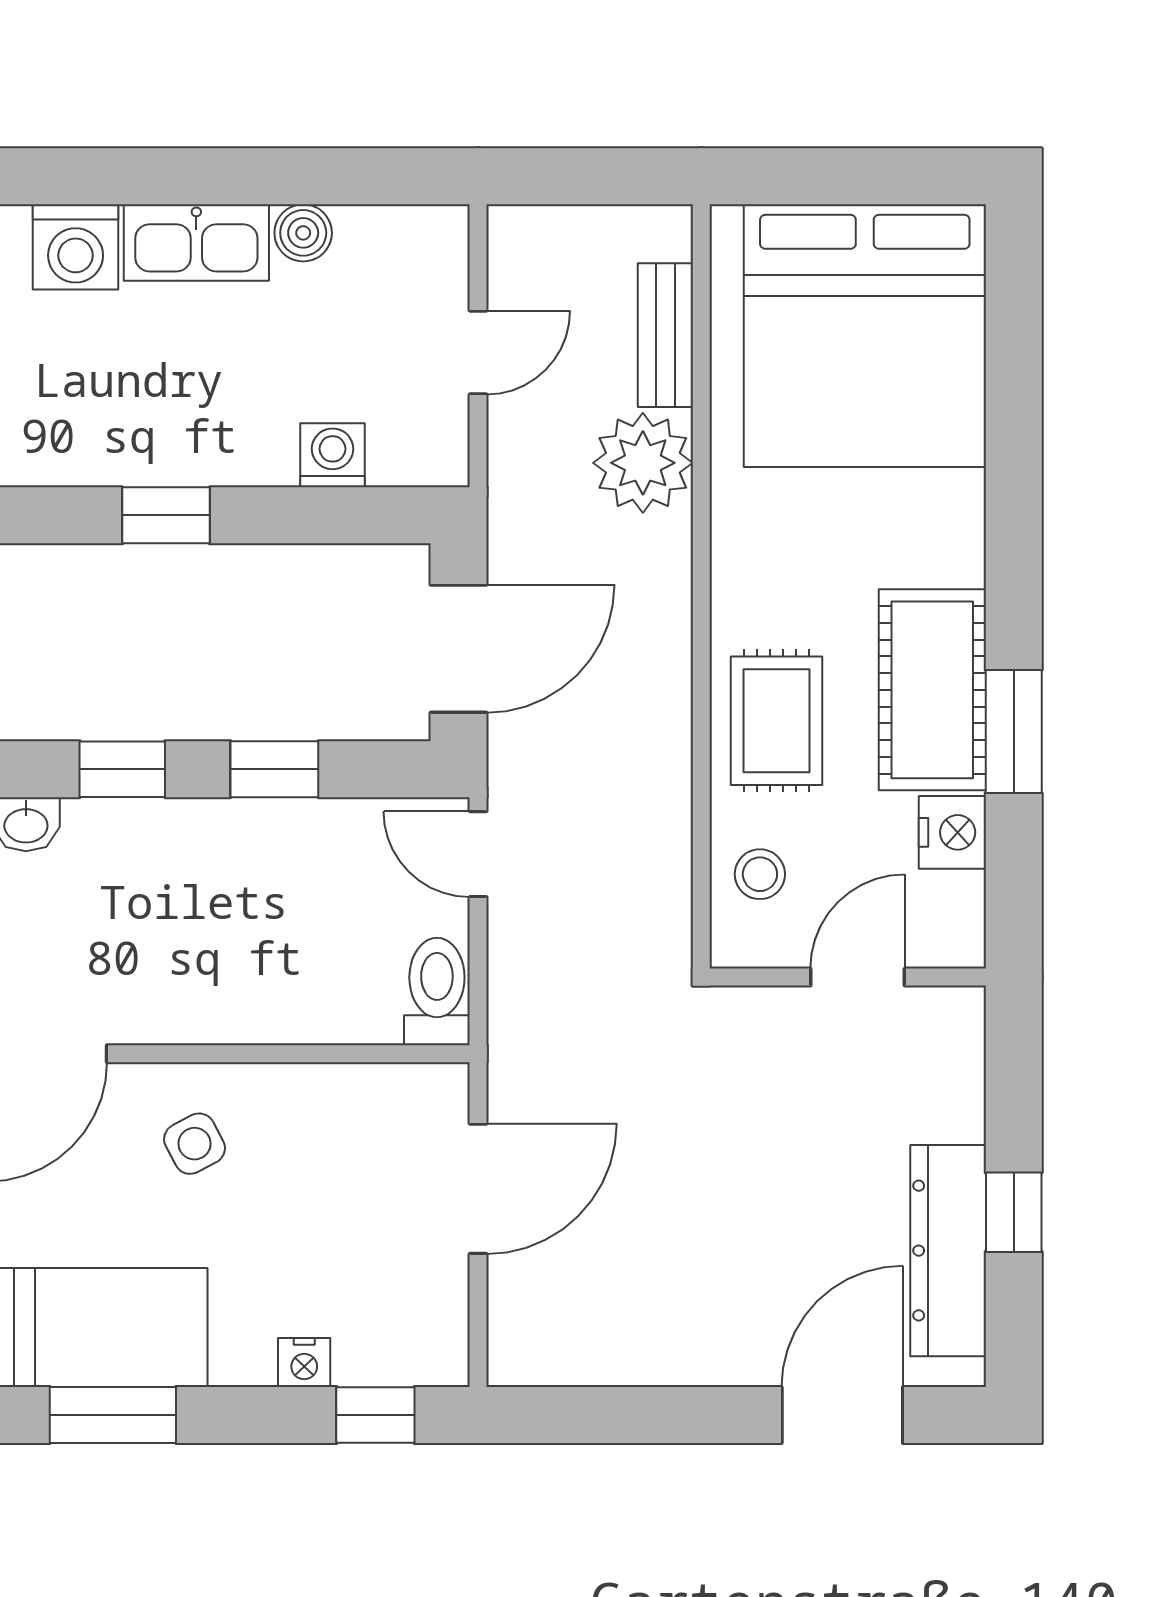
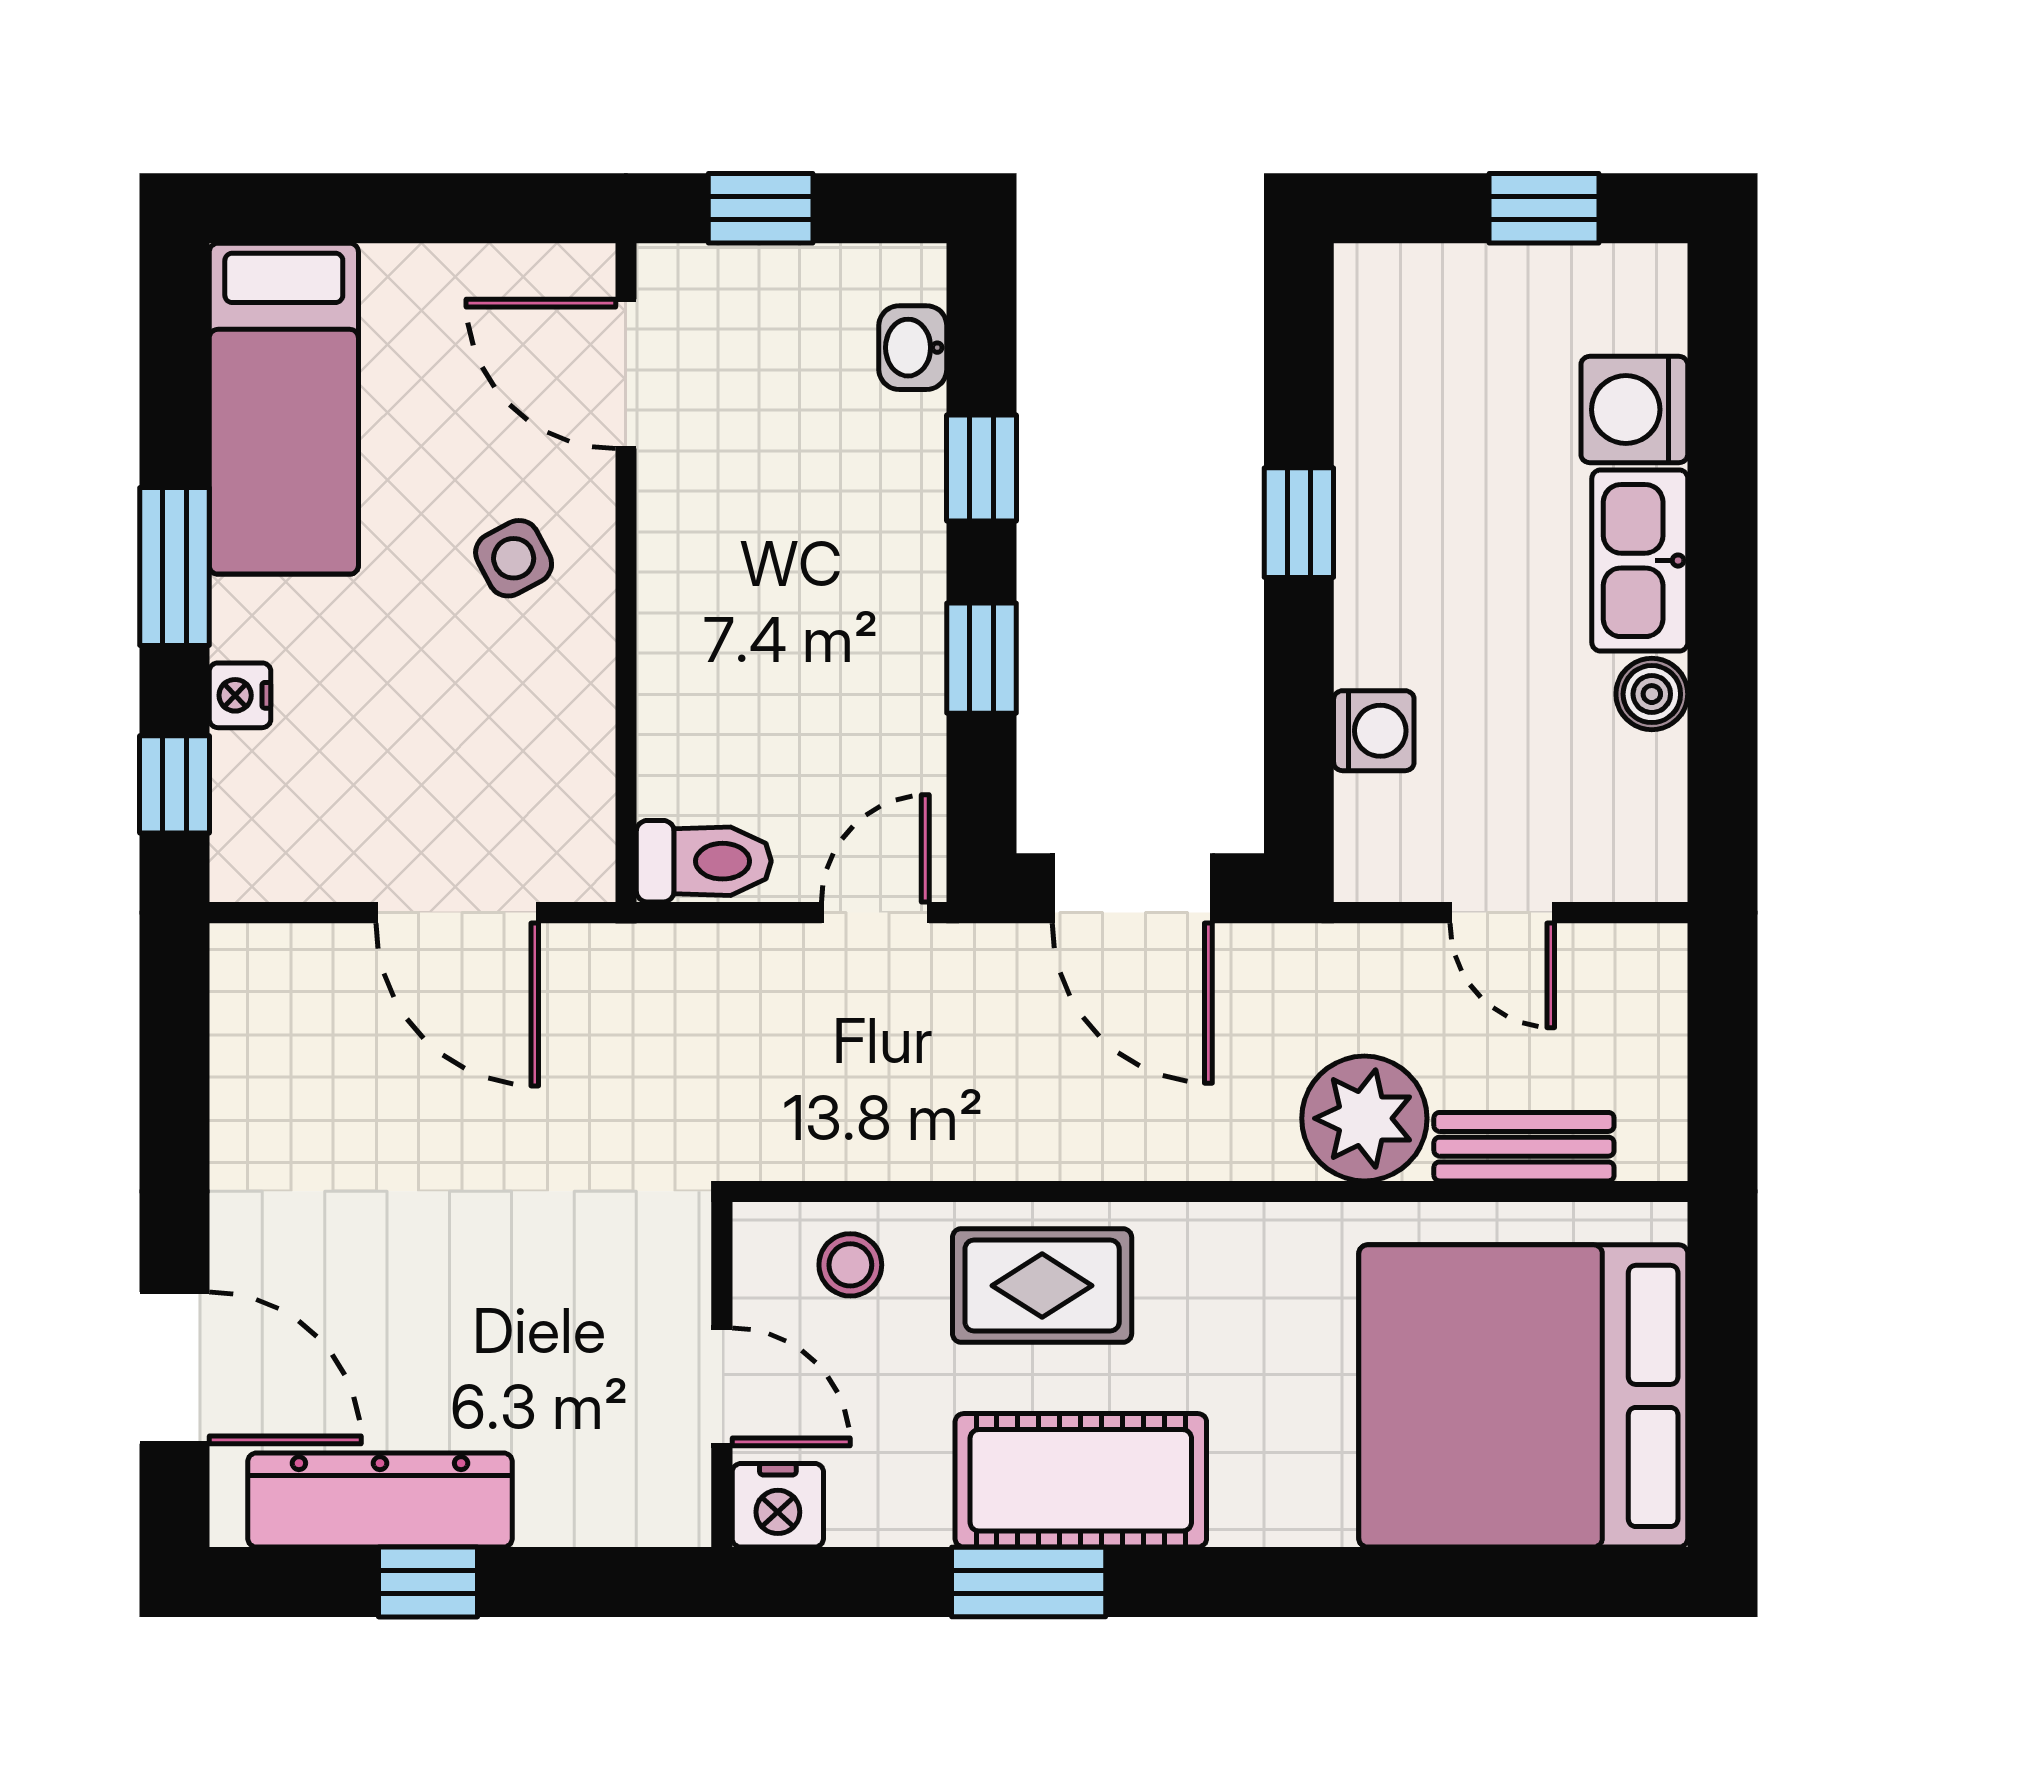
nightstand: (952, 832) -> (778, 1505), moved
window: (113, 1415) -> (174, 567), moved

